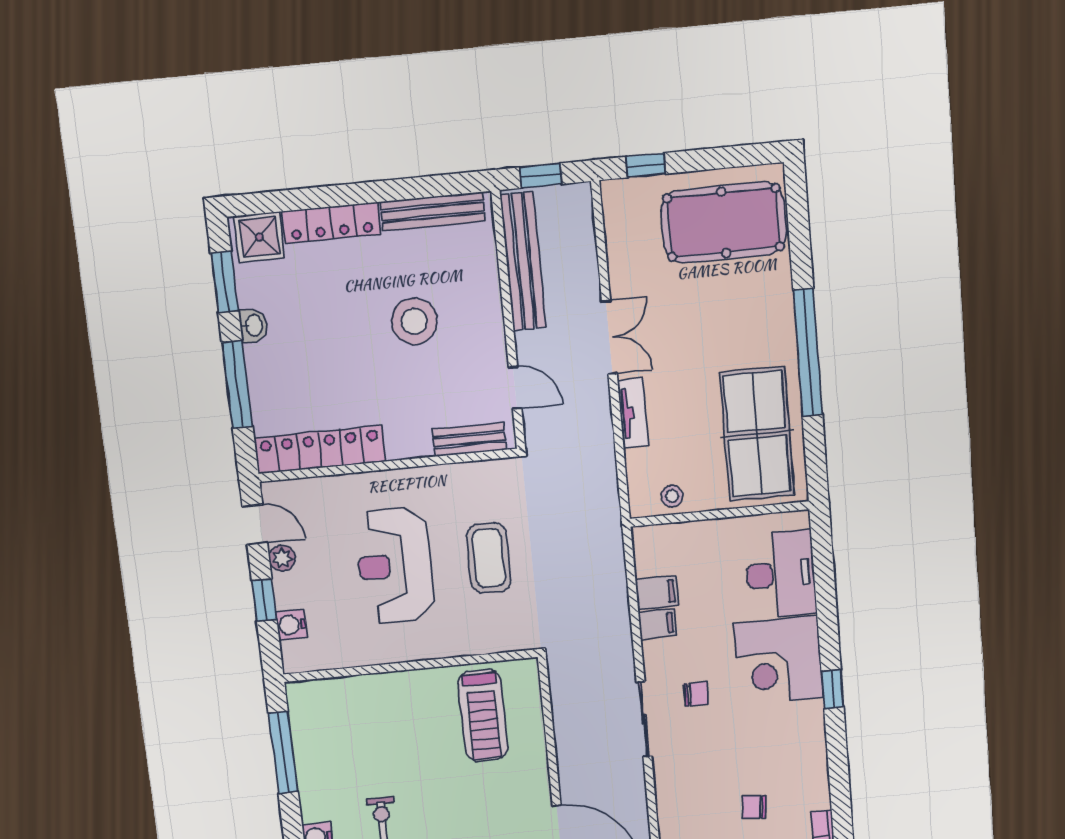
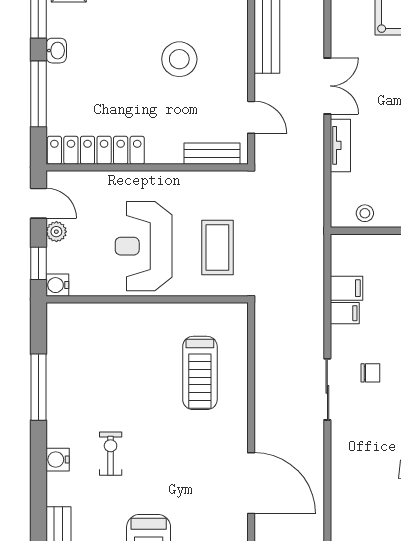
wall: (411, 666) -> (147, 299), moved

